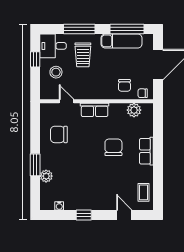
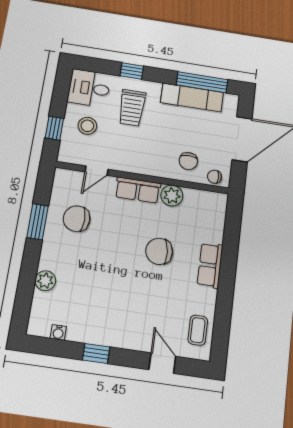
window: (79, 29) -> (132, 71), width x0.46
window: (35, 59) -> (54, 128), moved
door: (67, 101) -> (97, 171), swing flipped
plant: (134, 110) -> (172, 196), moved
chair: (113, 147) -> (159, 251), turned -95
window: (35, 165) -> (38, 222), moved

